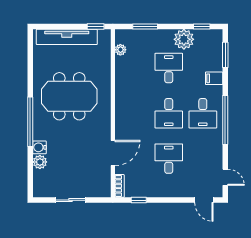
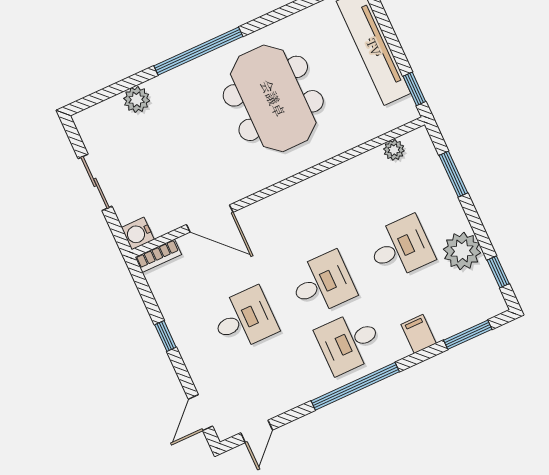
desk: (169, 113) -> (322, 283), turned 180
water cooler: (39, 147) -> (138, 233), moved, turned -90
window: (139, 200) -> (165, 336), moved

